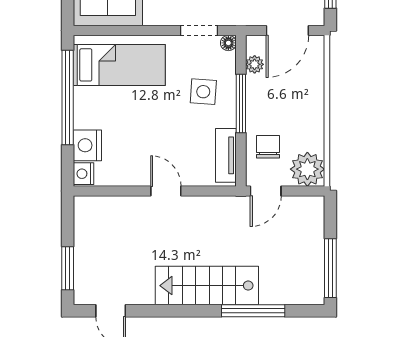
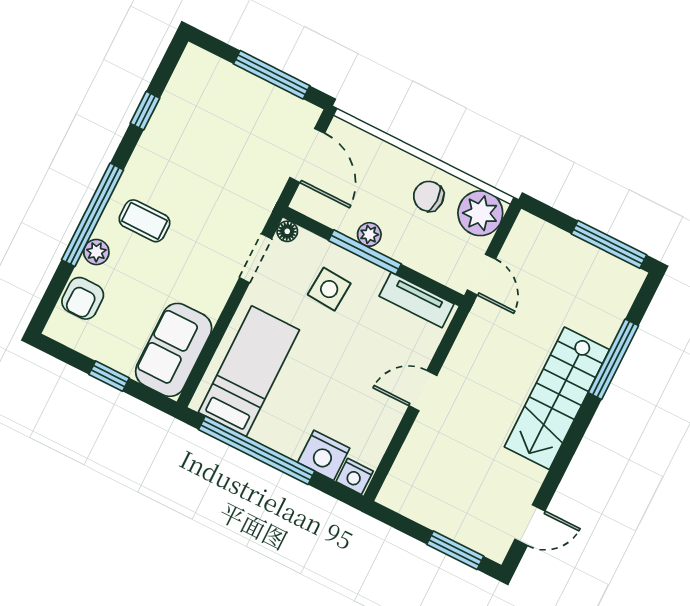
plant: (255, 64) -> (369, 234), moved
chair: (268, 147) -> (429, 196), moved

